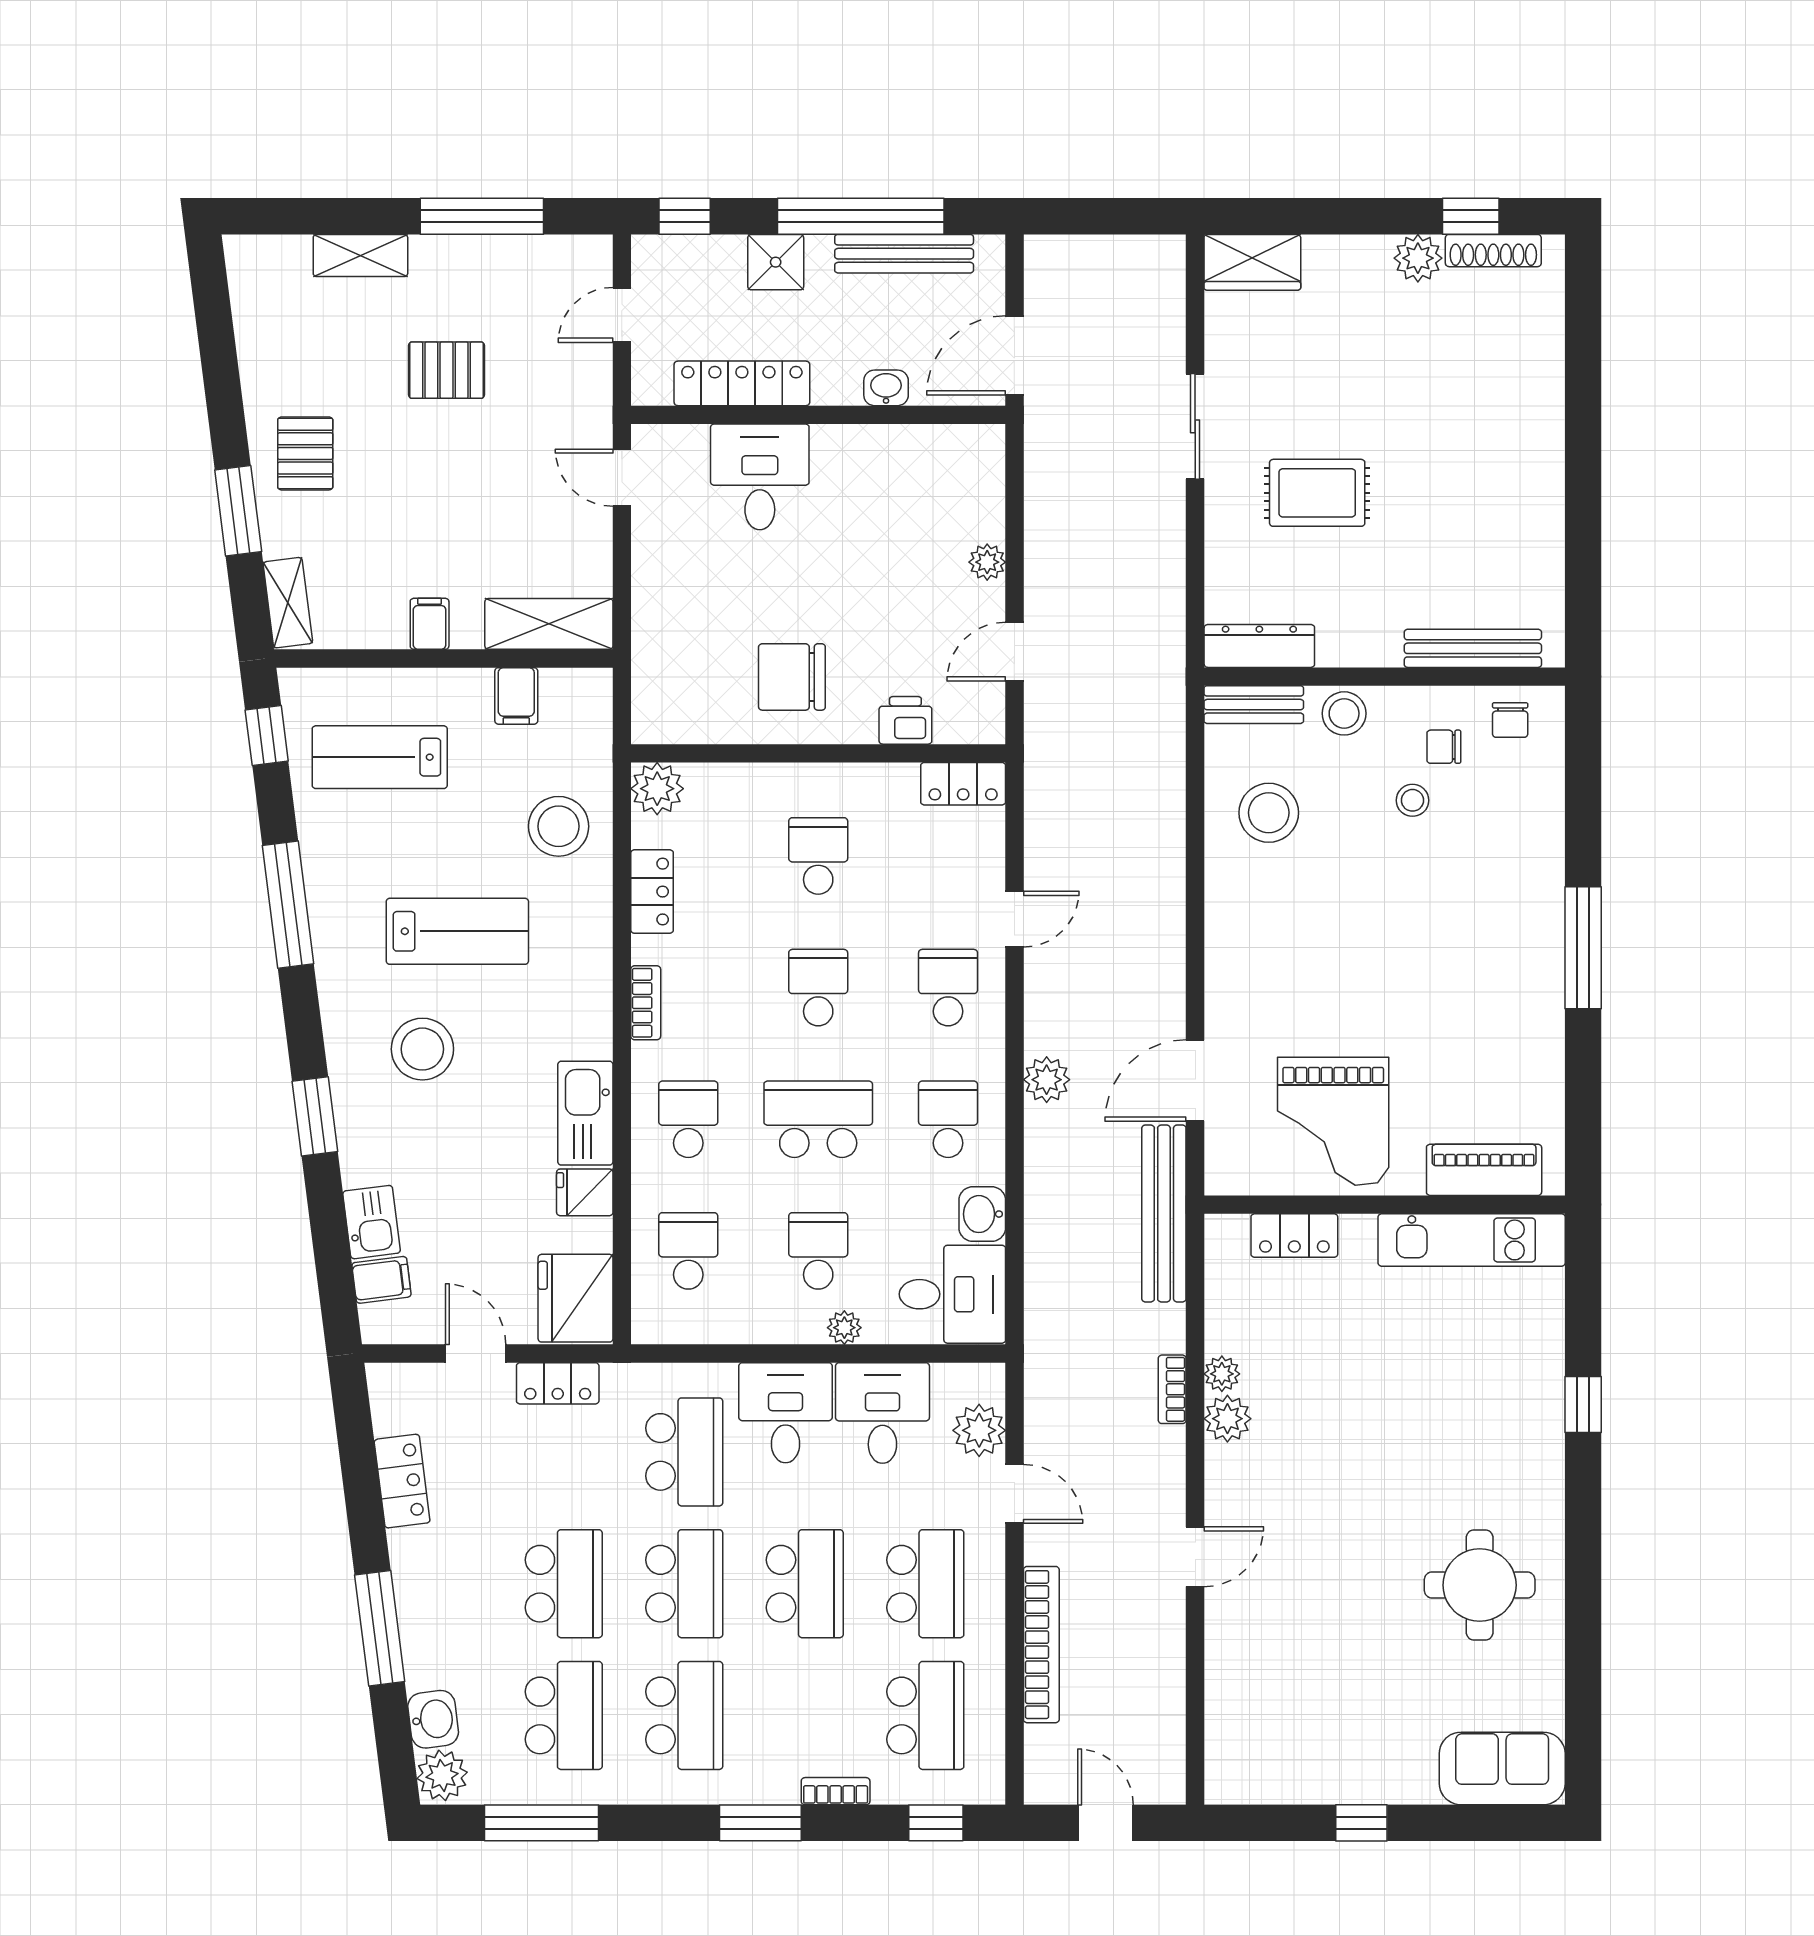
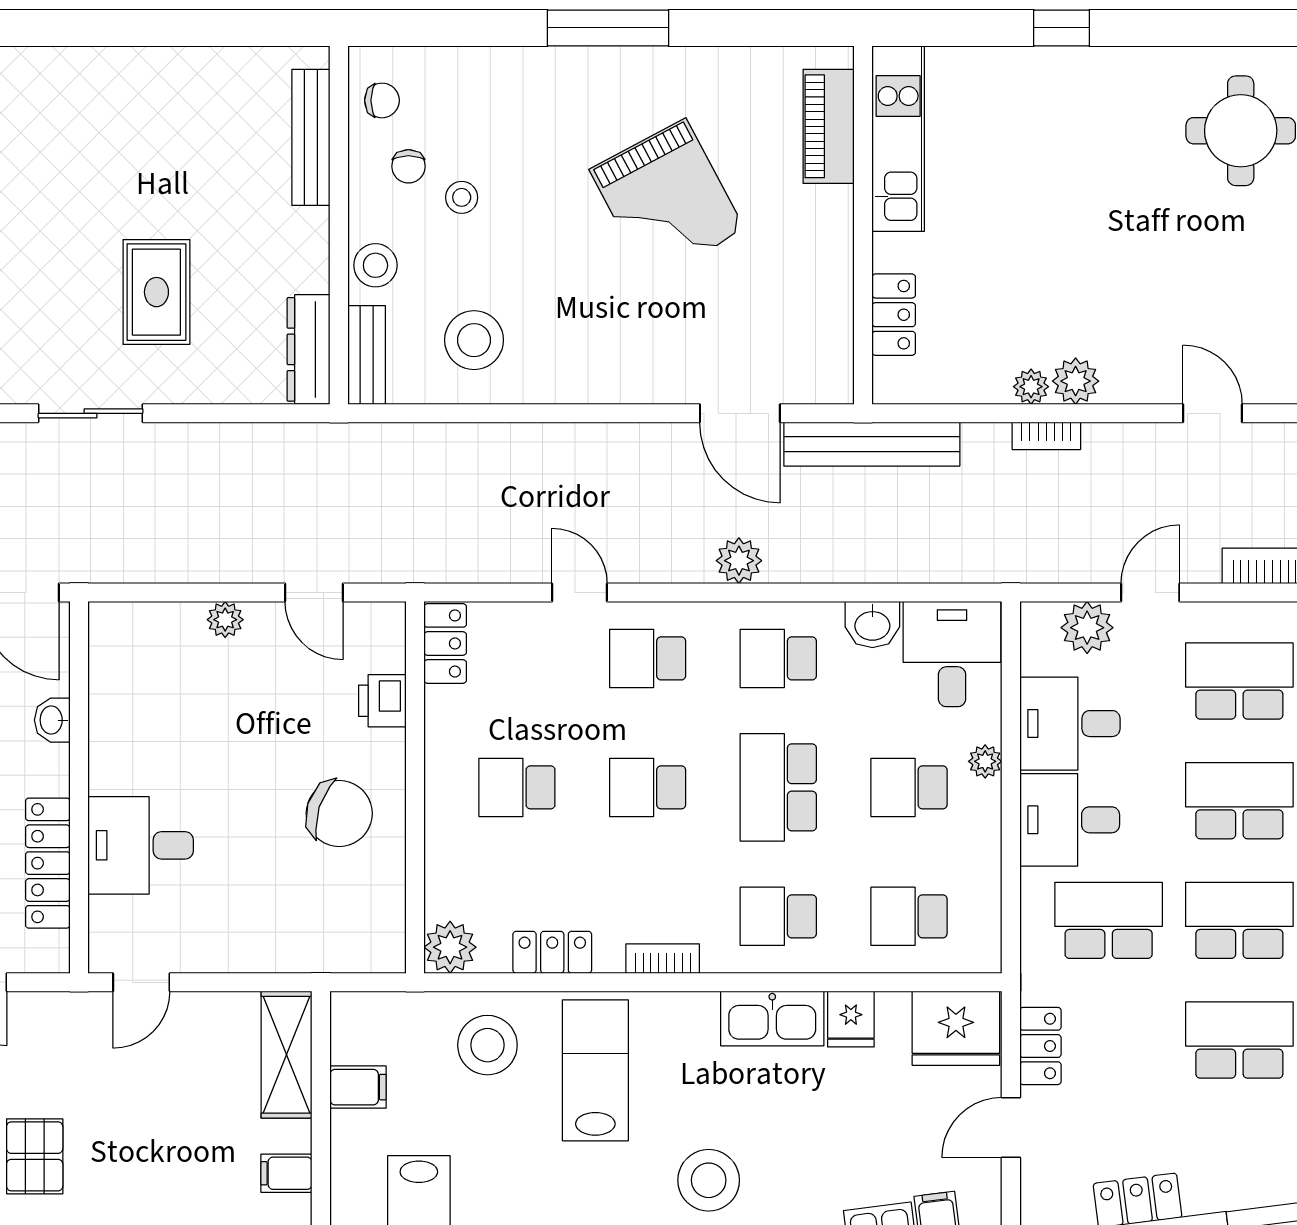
chair: (792, 677) -> (339, 813), turned -72
lab bench: (457, 931) -> (595, 1070), moved
grand piano: (1333, 1121) -> (667, 200), moved, turned 62

